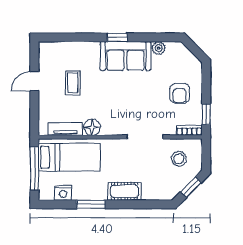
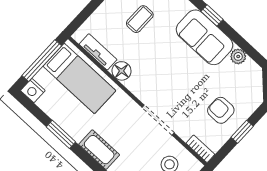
armchair: (180, 93) -> (221, 110), turned 90
window: (206, 114) -> (242, 132), moved
nightstand: (63, 193) -> (33, 91), moved

